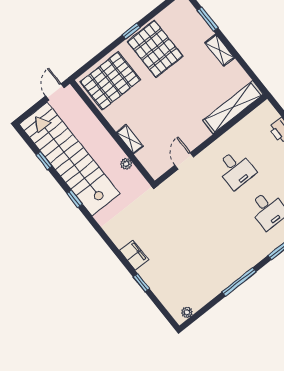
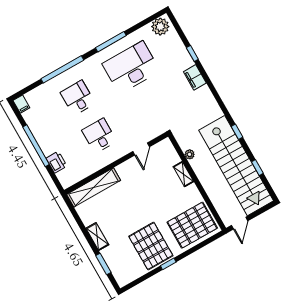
desk: (211, 255) -> (131, 67), added
plant: (187, 312) -> (160, 27), width x1.88, depth x1.88

